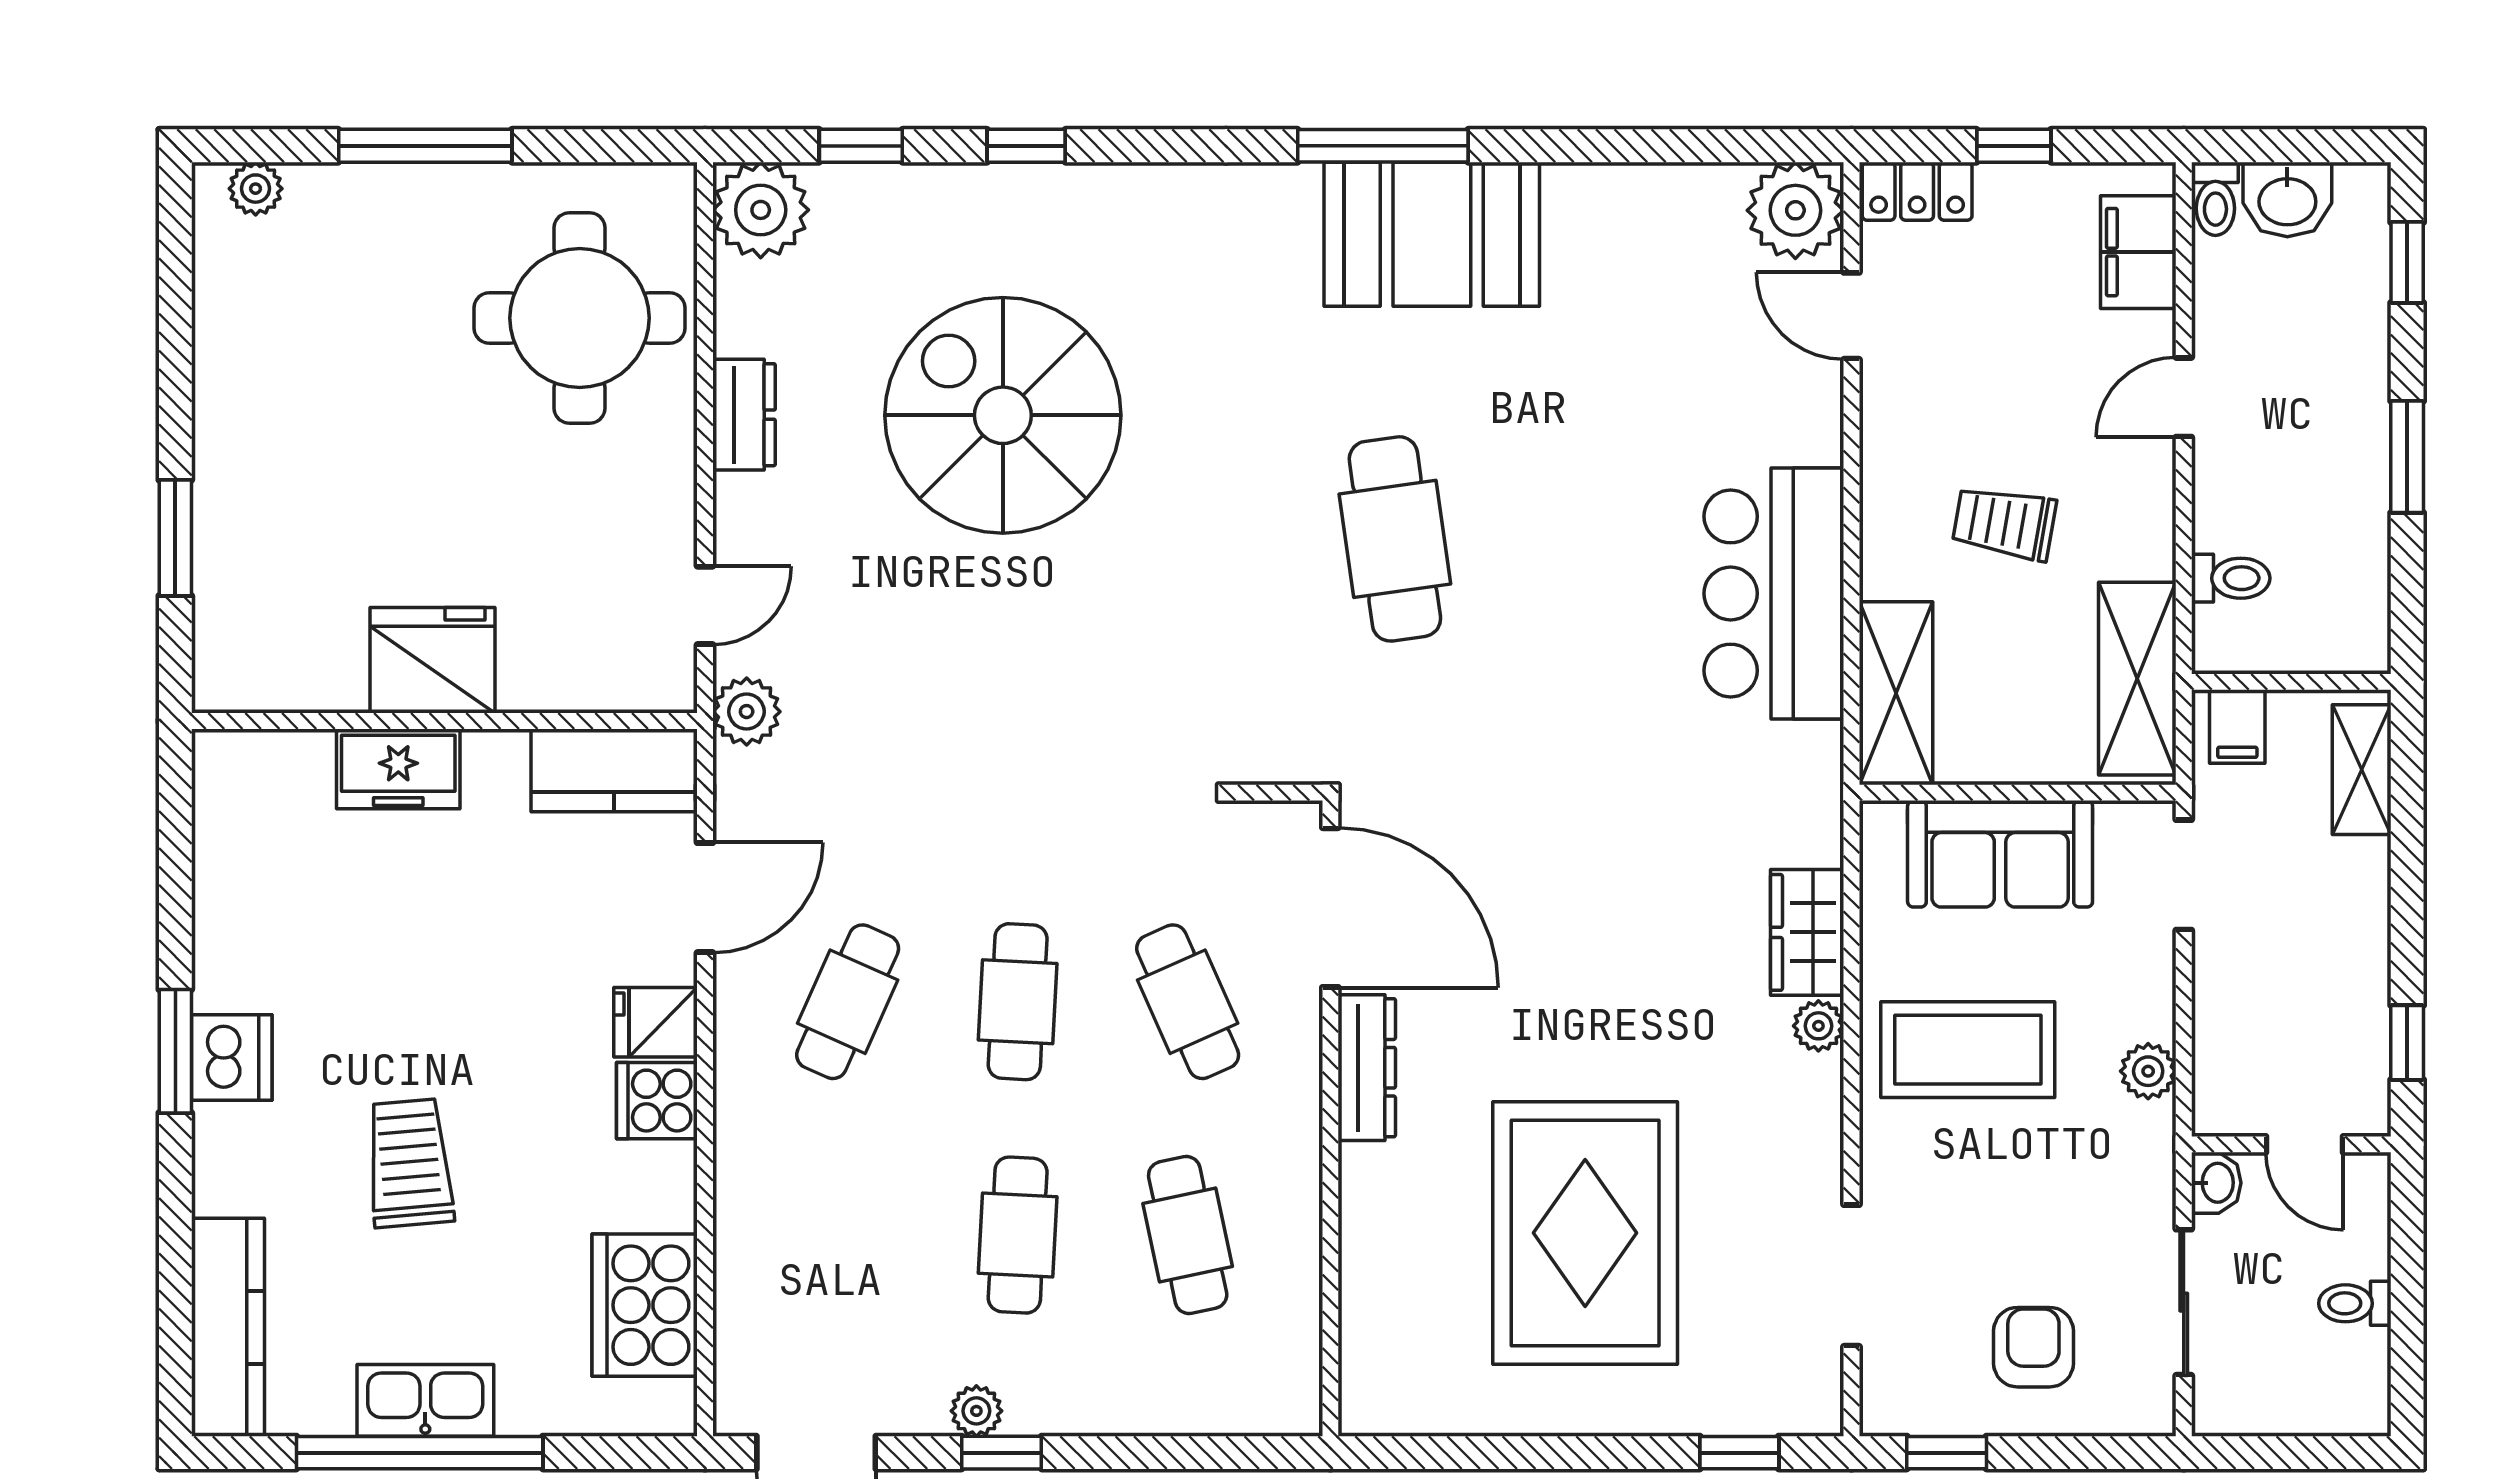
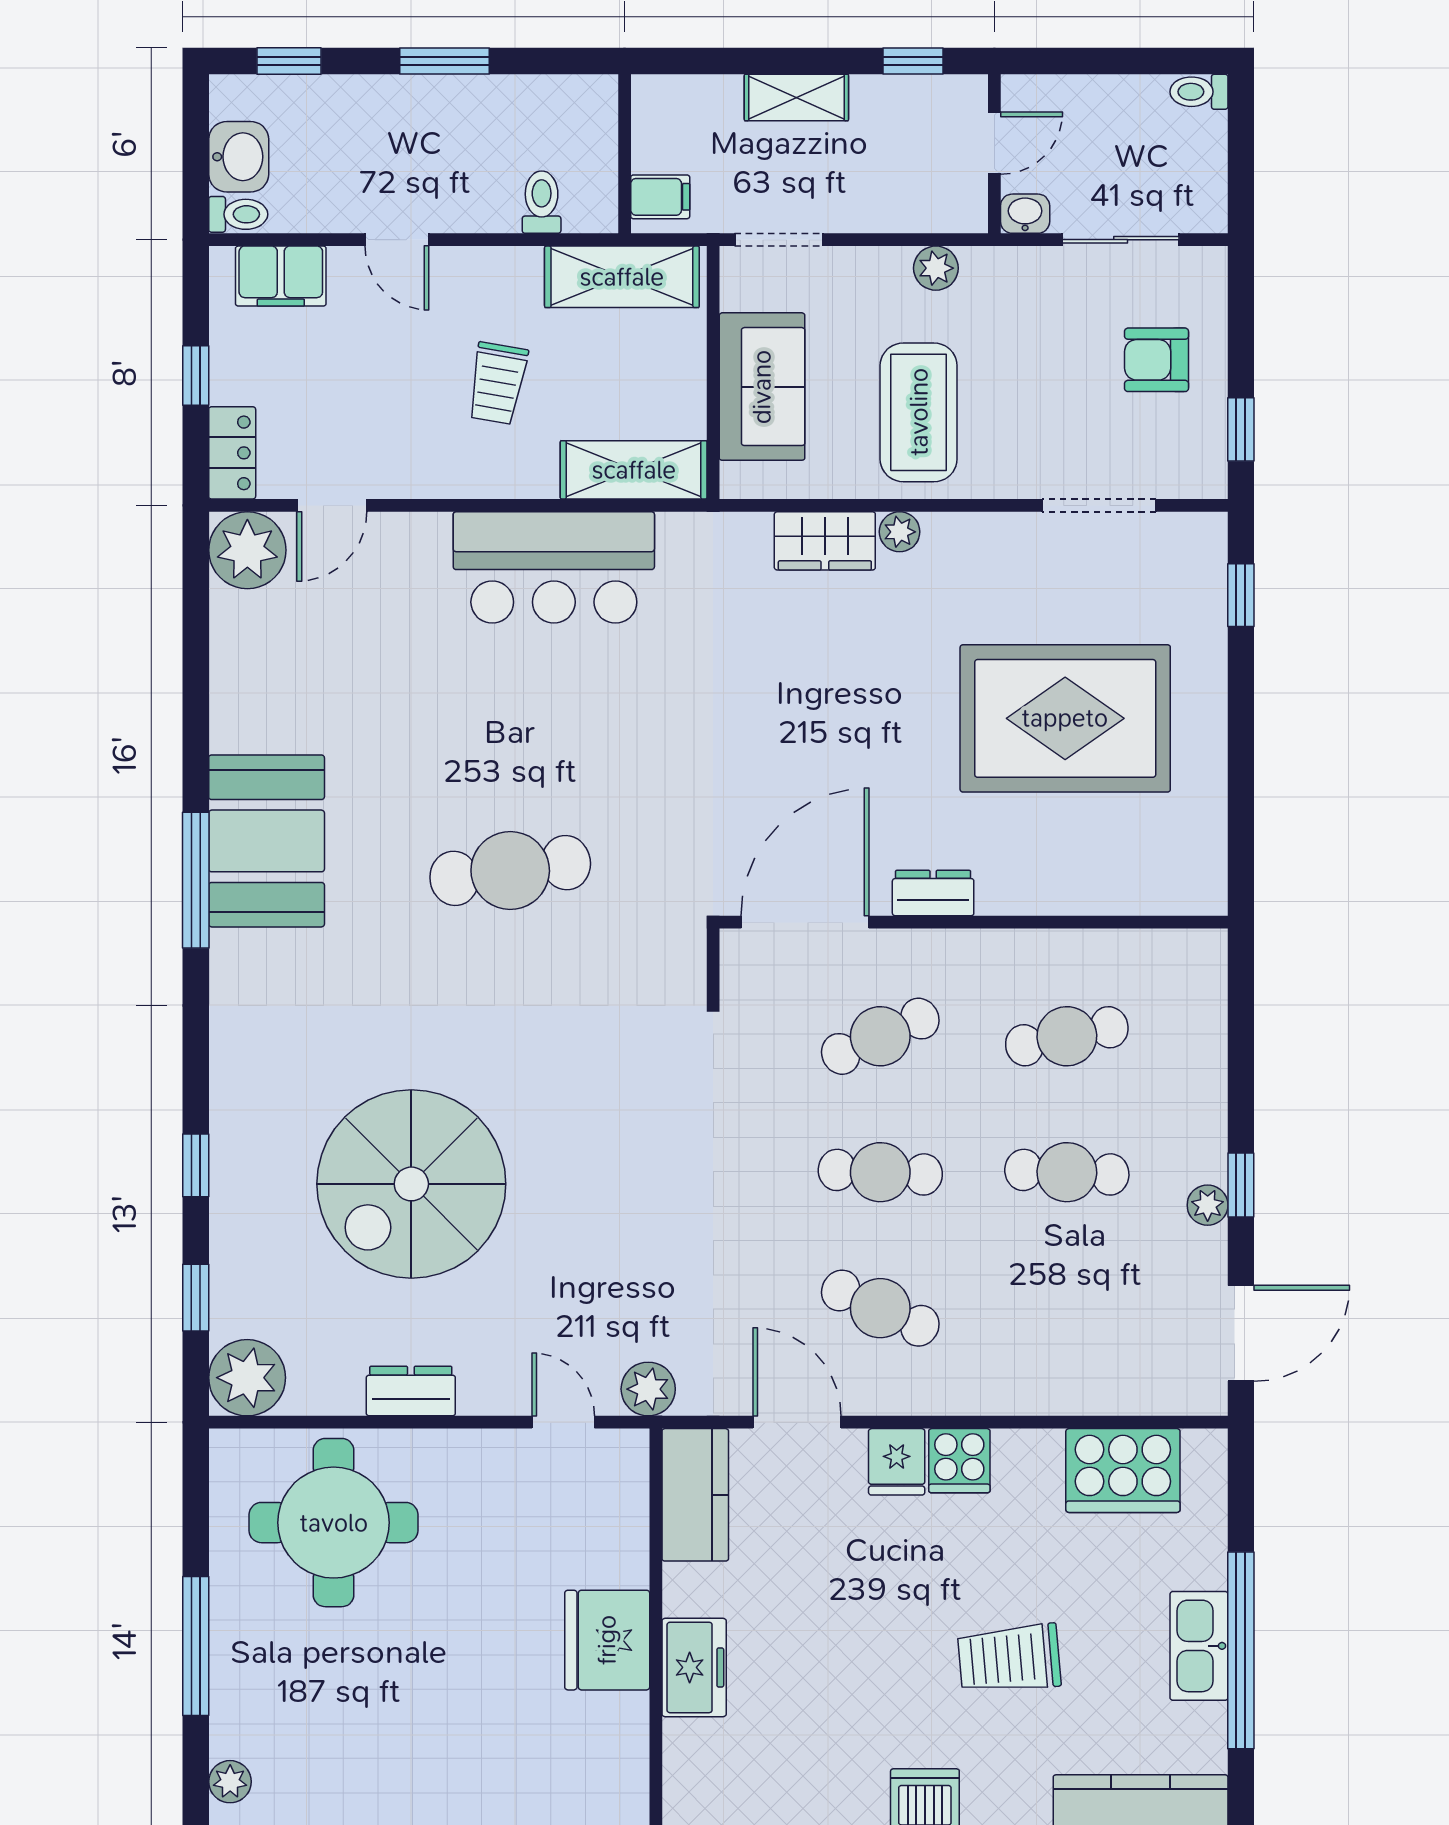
shelving: (2362, 770) -> (796, 97), moved
dresser: (1367, 1068) -> (933, 893), width x0.70
toilet: (2355, 1303) -> (1199, 92), moved, turned 90

